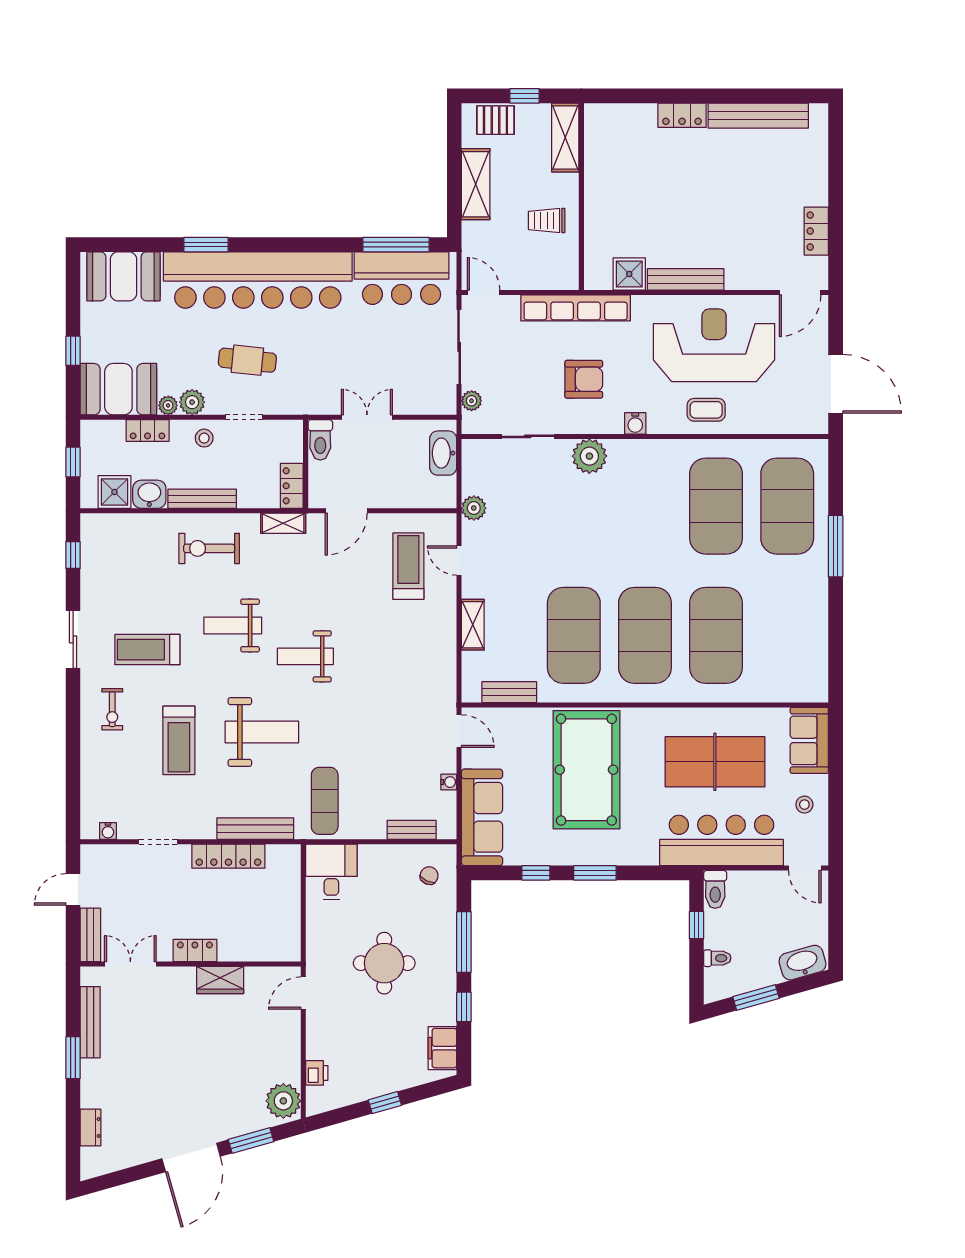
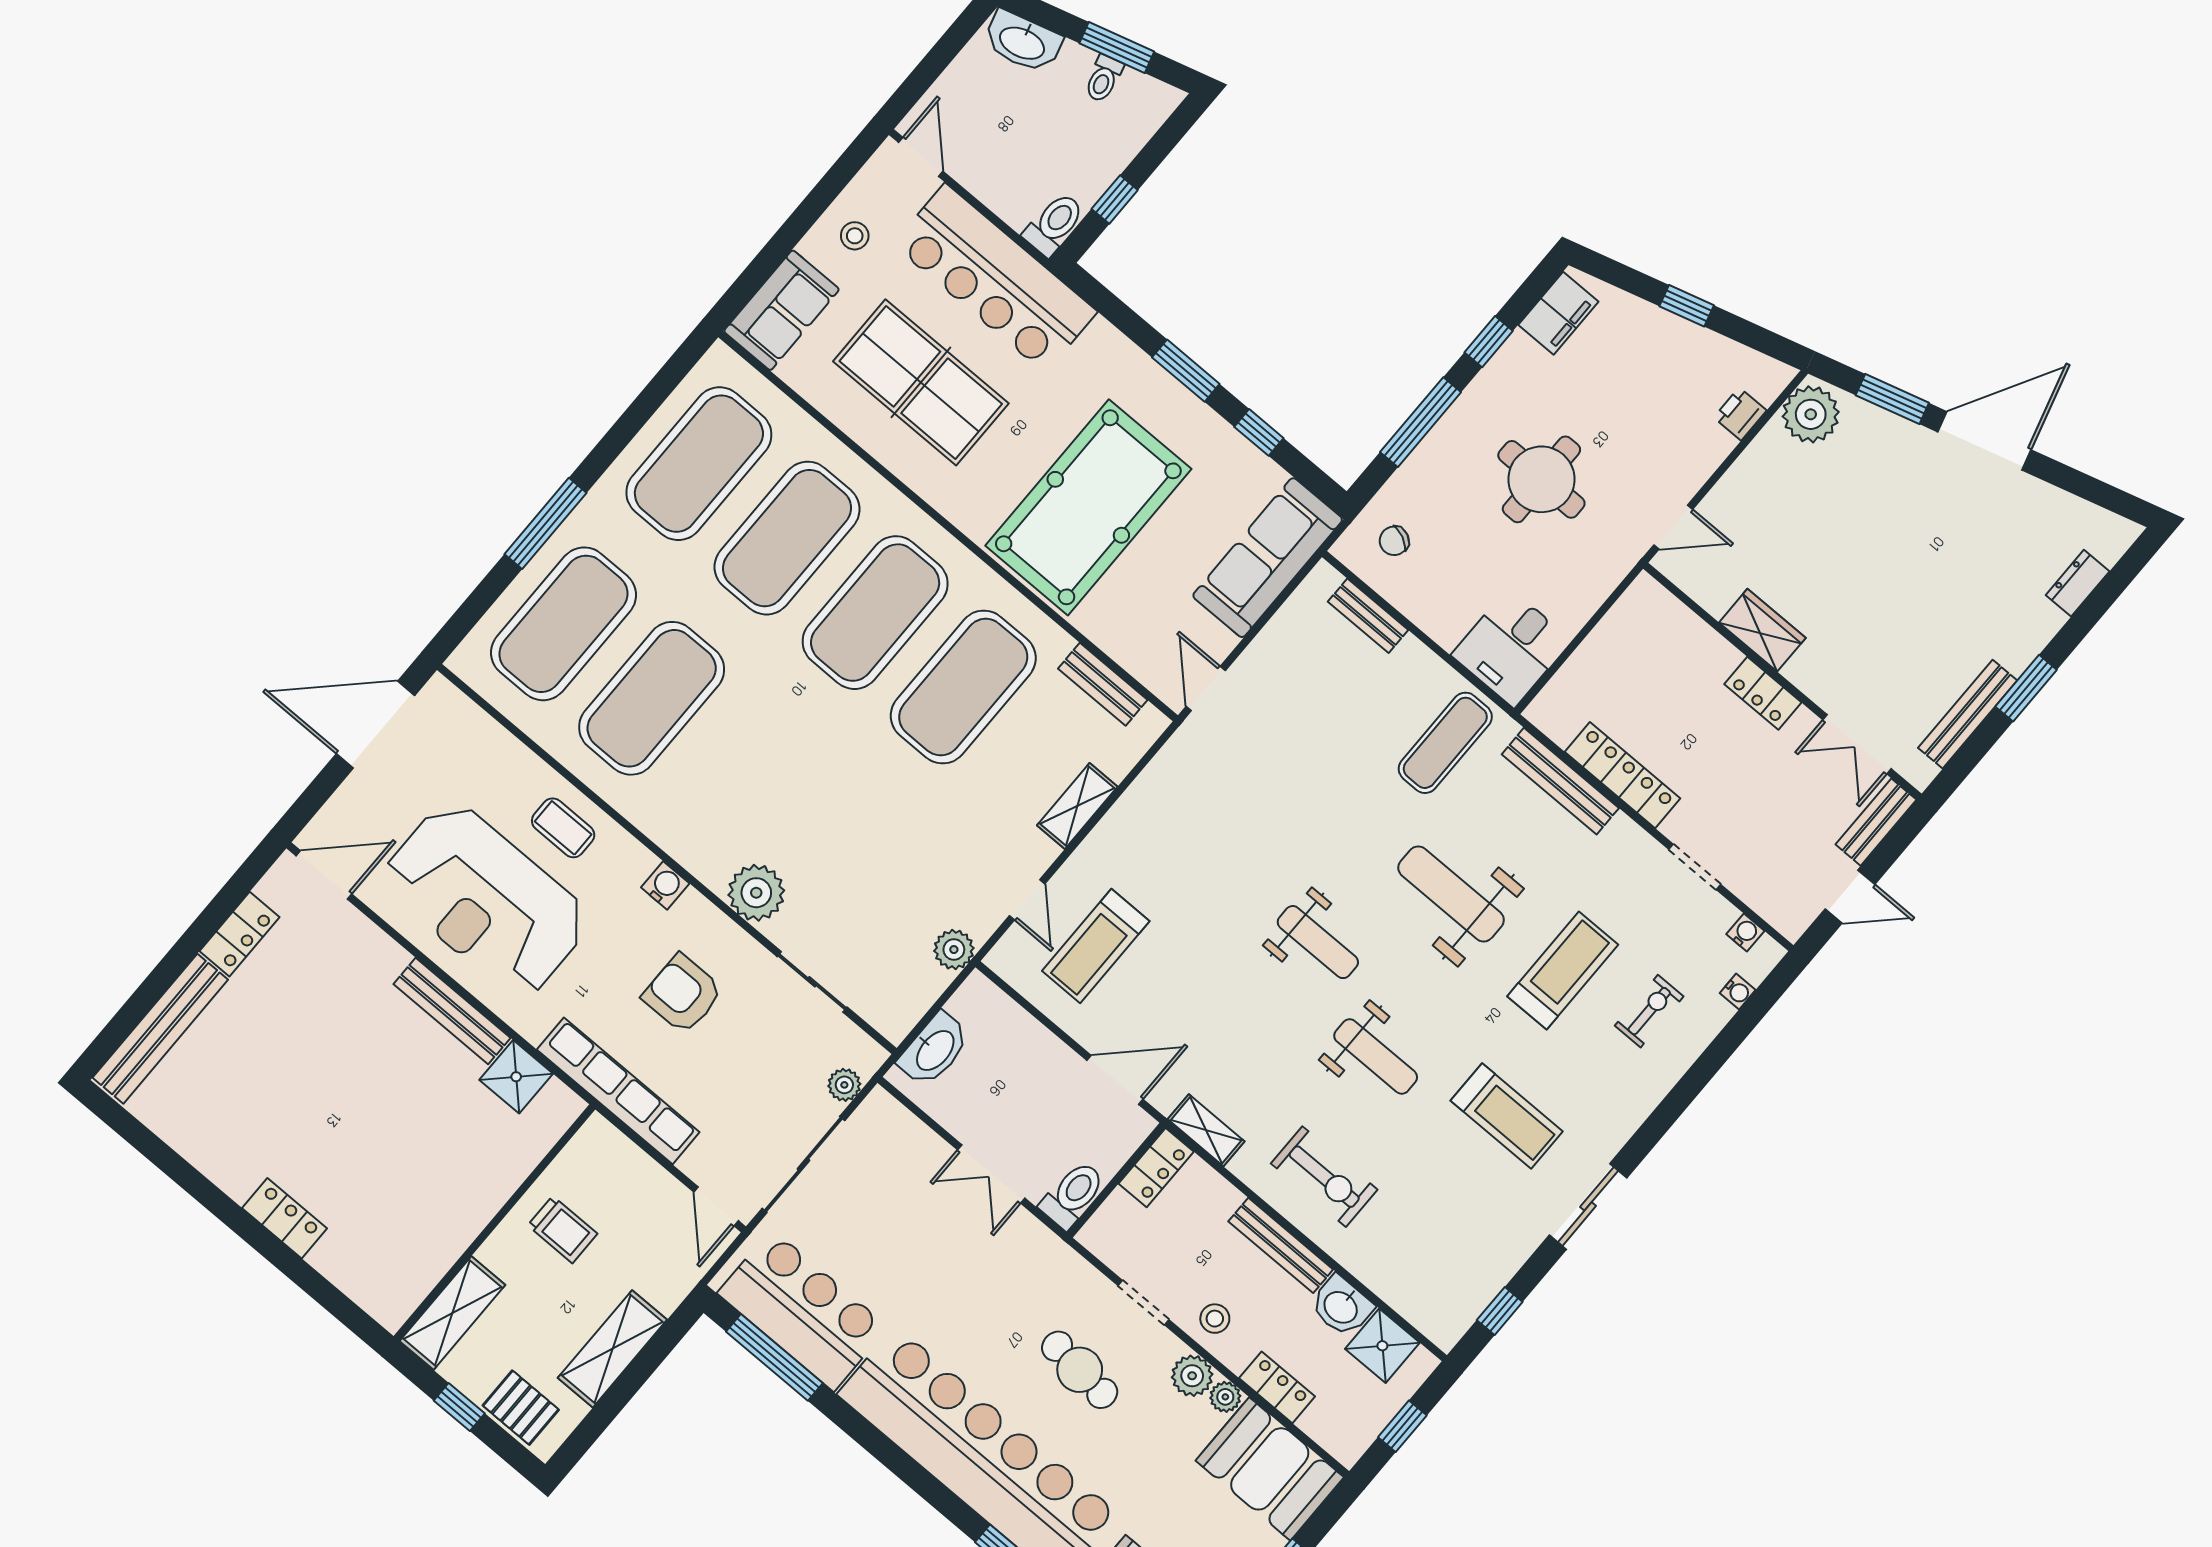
bench: (758, 116) -> (160, 1029), moved, turned 90
door: (836, 384) -> (375, 725), hinge flipped
exercise mat: (787, 635) -> (699, 464), added
exercise bike: (112, 709) -> (1649, 1011), moved
water cooler: (449, 782) -> (1738, 991), moved, turned 180
toilet: (717, 958) -> (1104, 79), moved, turned -106

